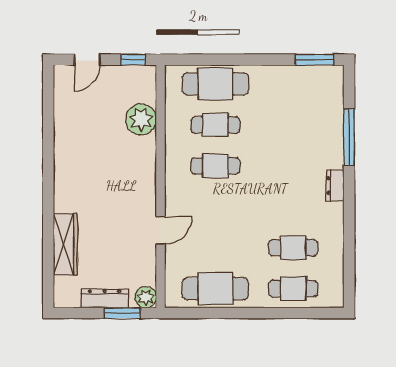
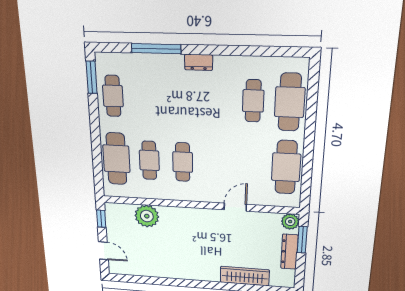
cafe table: (293, 84) -> (113, 96), added
door: (161, 230) -> (235, 207), hinge flipped
cafe table: (293, 289) -> (290, 102), width x1.37, depth x1.35

